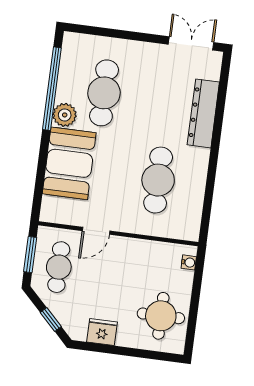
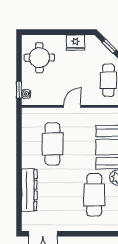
door: (96, 231) -> (72, 106), moved
window: (199, 270) -> (19, 90), added

